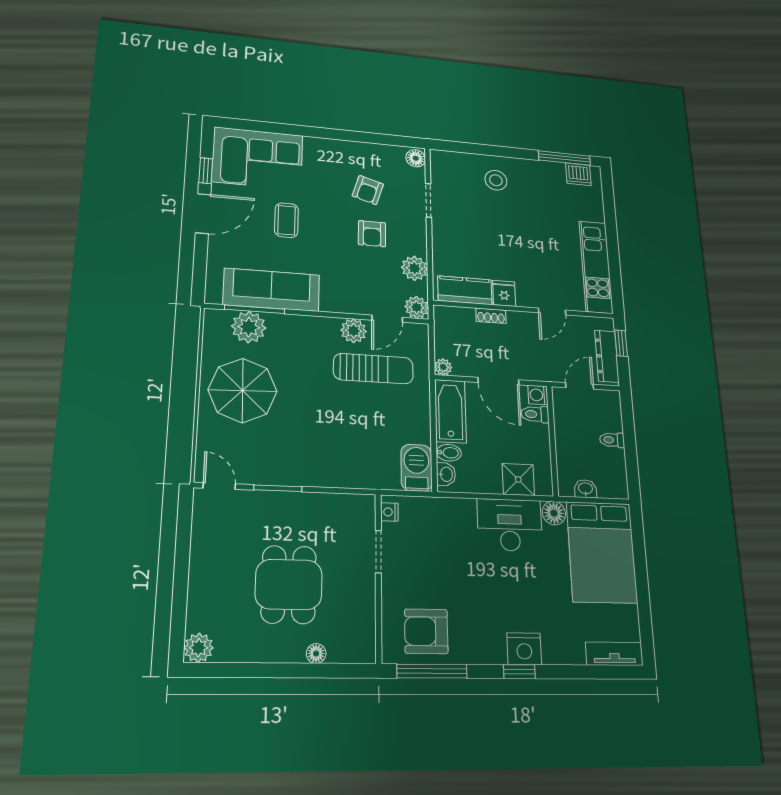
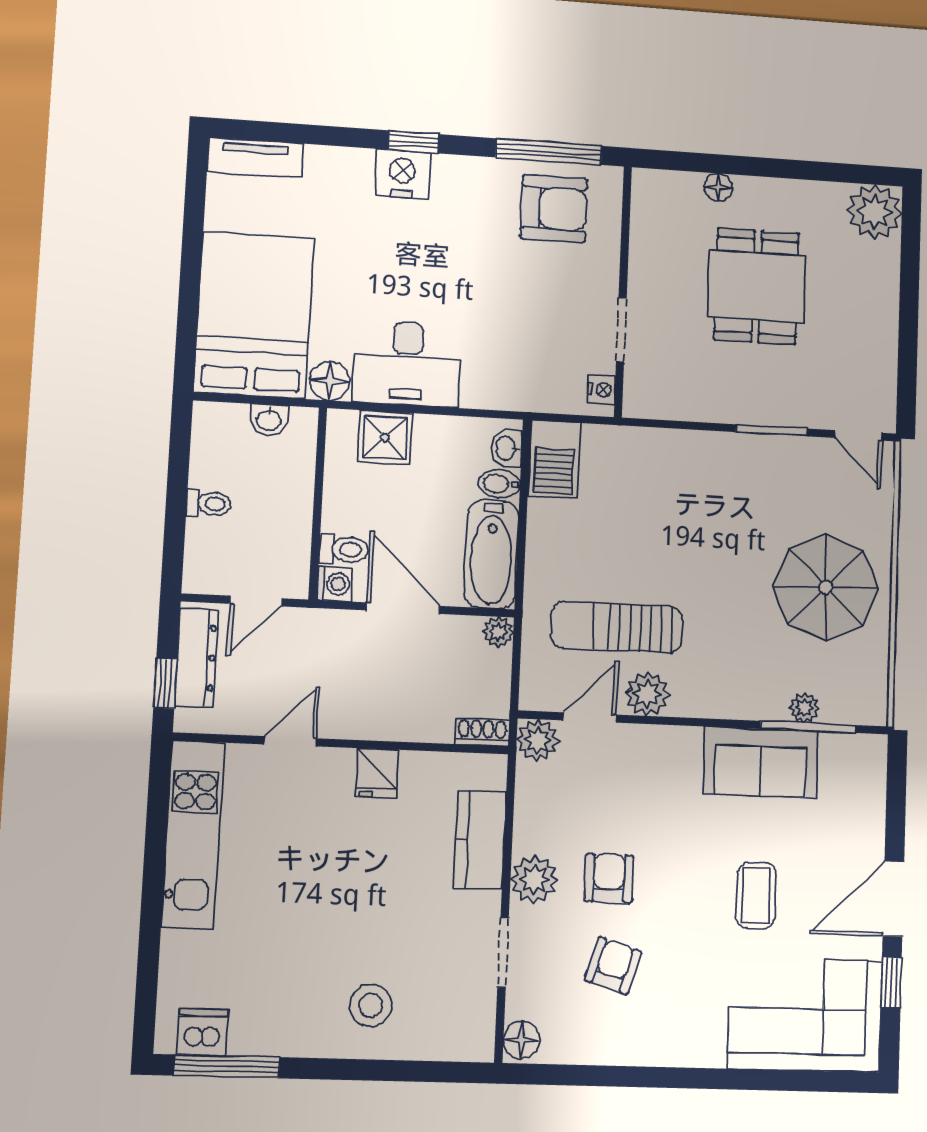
plant: (414, 268) -> (534, 879), moved
sofa: (272, 290) -> (761, 762), width x0.73
kitchen counter: (465, 290) -> (480, 840), moved, turned 90
shoe rack: (491, 316) -> (482, 732), moved
plant: (249, 327) -> (804, 708), width x0.53, depth x0.53
plant: (199, 648) -> (875, 212), width x1.36, depth x1.36

